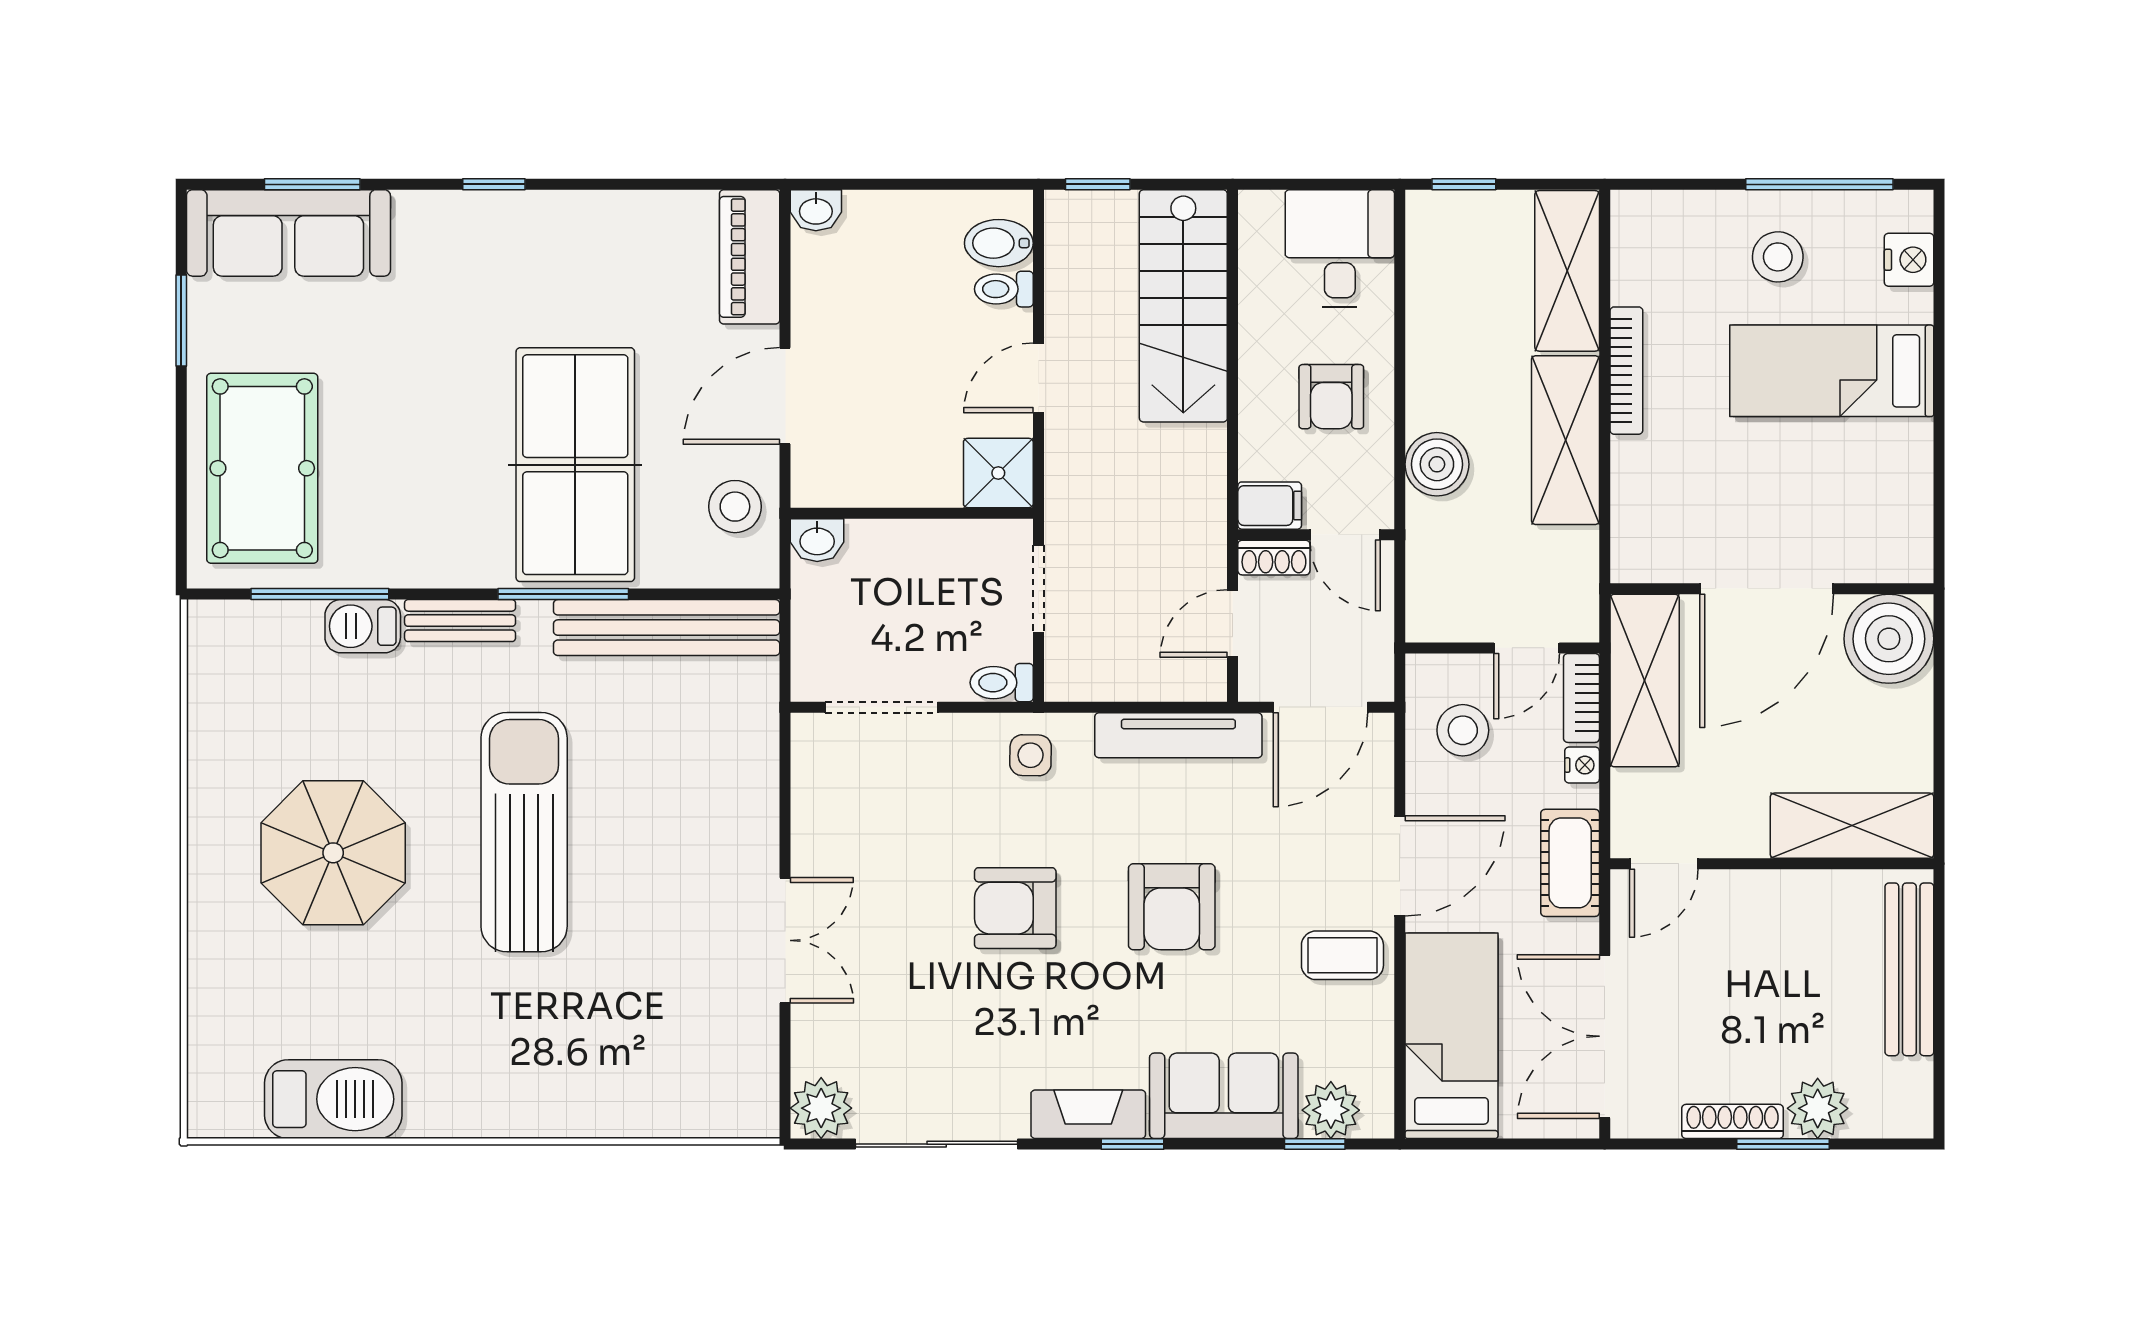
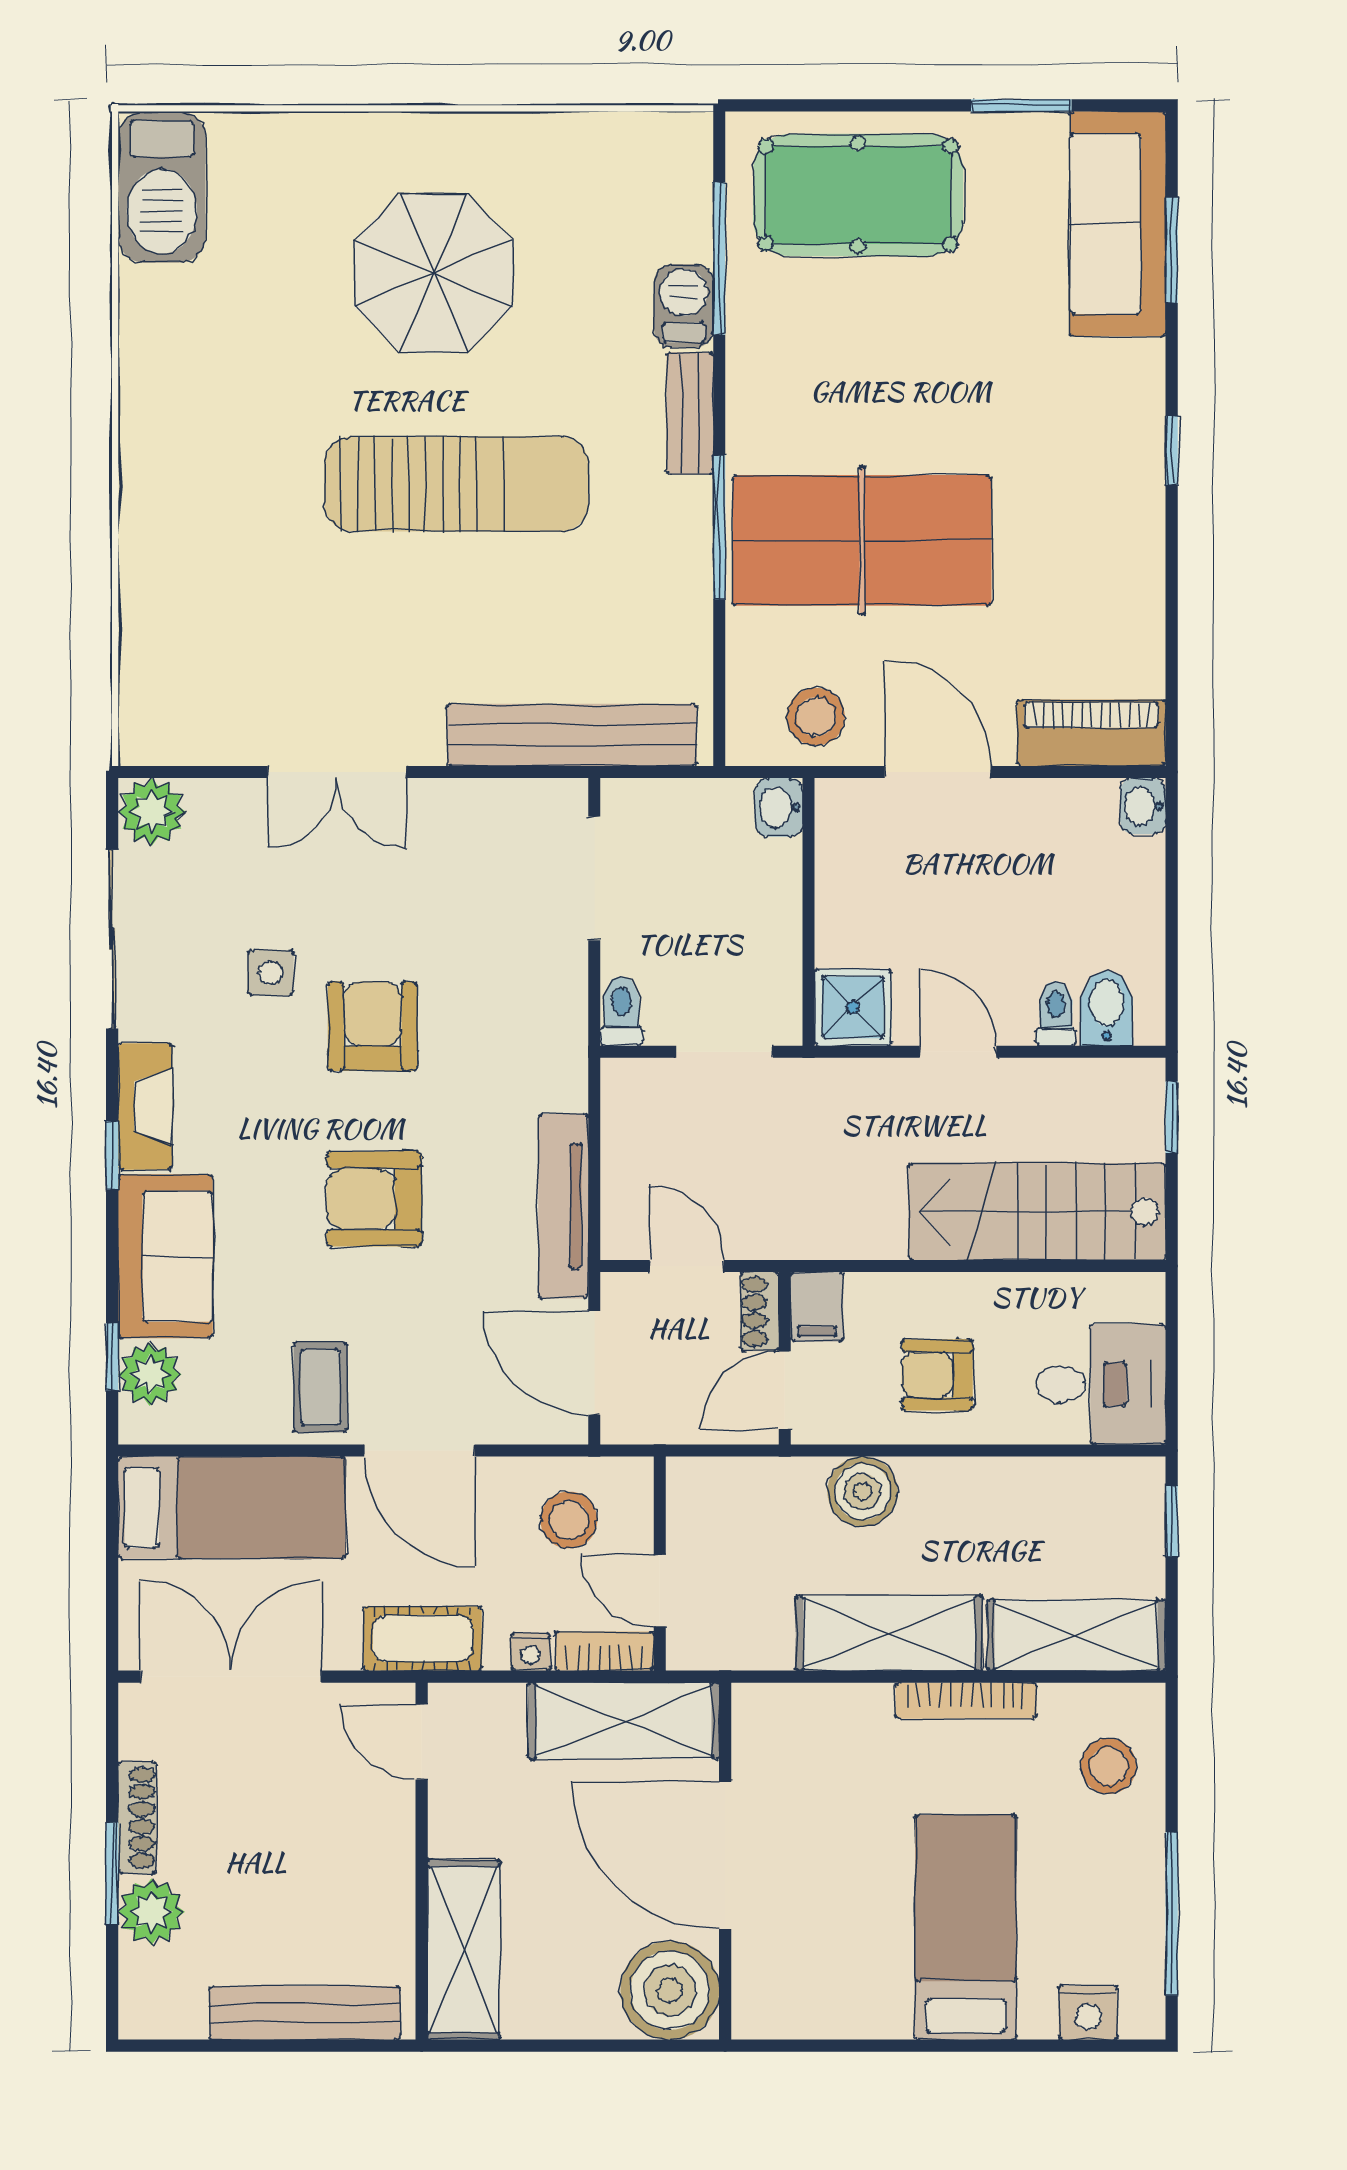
stool: (1778, 257) -> (1109, 1766), moved
bench: (667, 628) -> (572, 735), moved, turned 90
side table: (1031, 755) -> (270, 973), moved
barbecue: (333, 1099) -> (162, 187), moved

